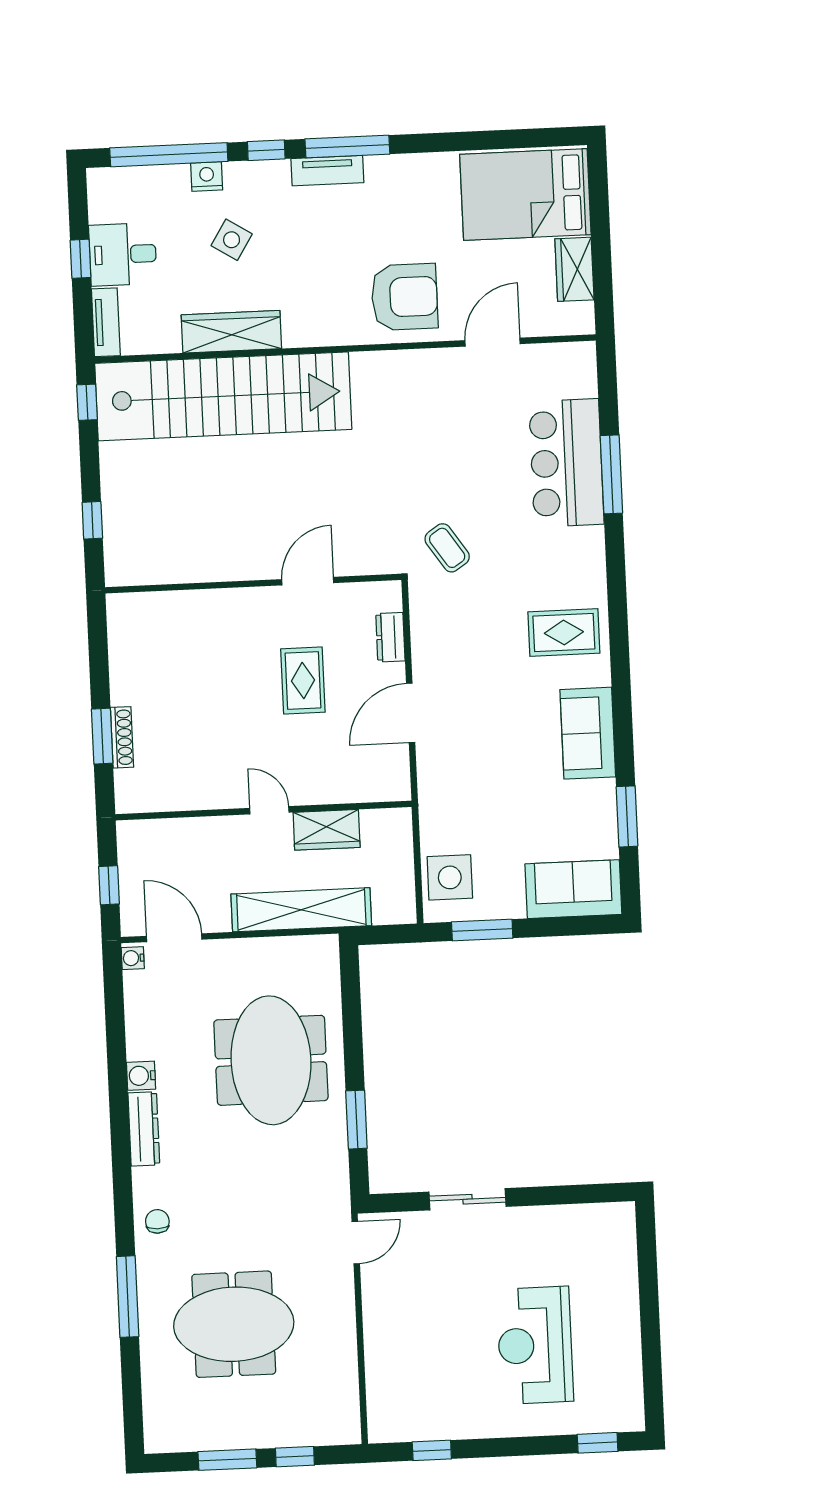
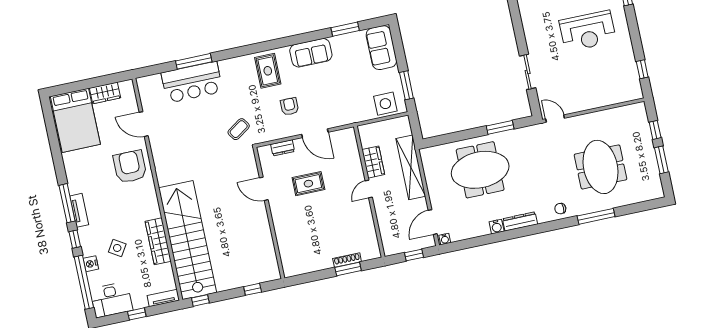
desk: (123, 254) -> (111, 300), moved, width x1.37
armchair: (478, 667) -> (290, 106), added

